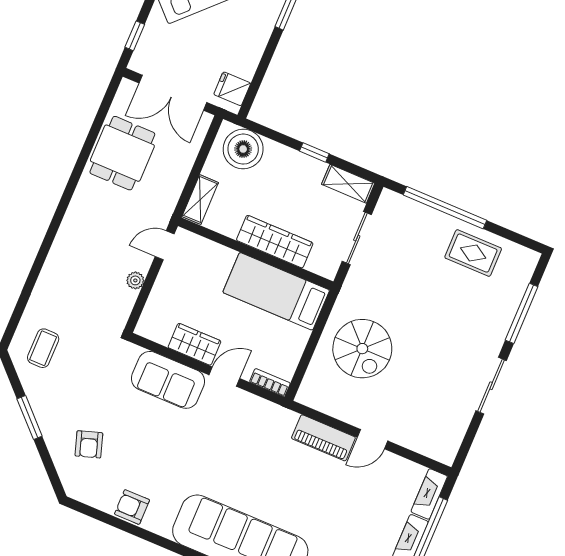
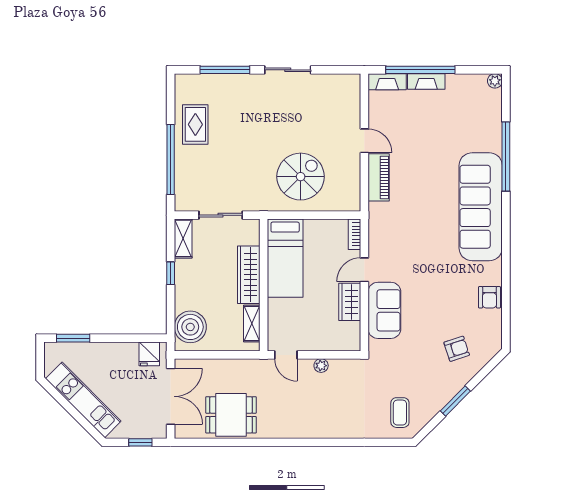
shelving: (200, 200) -> (252, 323), moved, turned 90
coffee table: (43, 348) -> (400, 413), turned 90
door: (224, 377) -> (364, 270), hinge flipped

